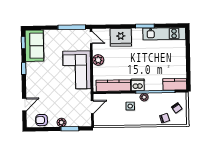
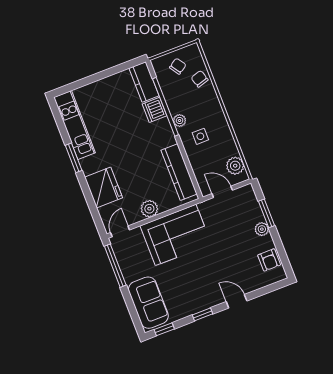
sofa: (34, 46) -> (148, 303), moved, turned 90
dishwasher: (138, 85) -> (155, 110), moved
door: (24, 105) -> (237, 301), moved
plant: (105, 120) -> (235, 166), added

